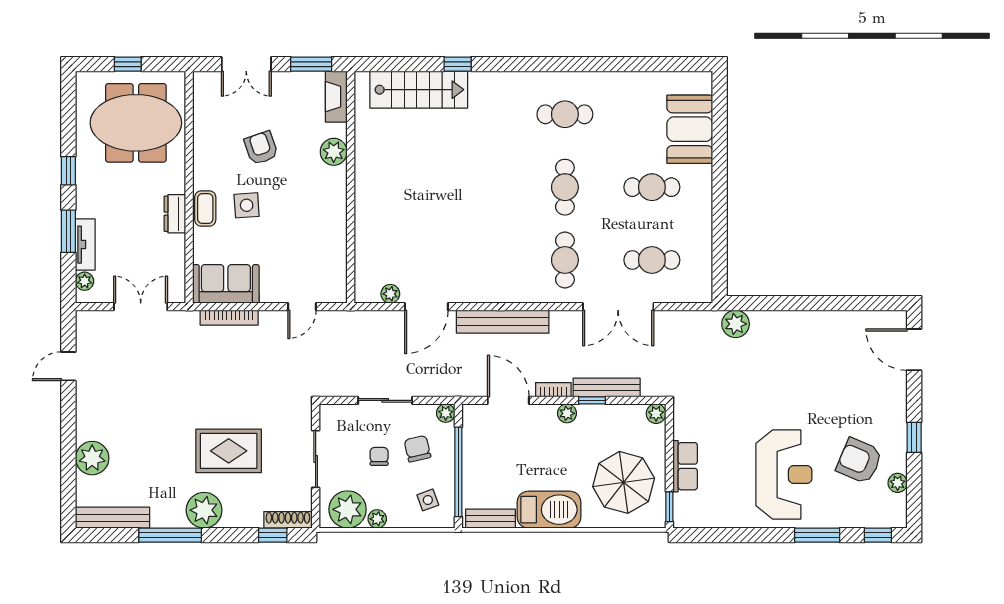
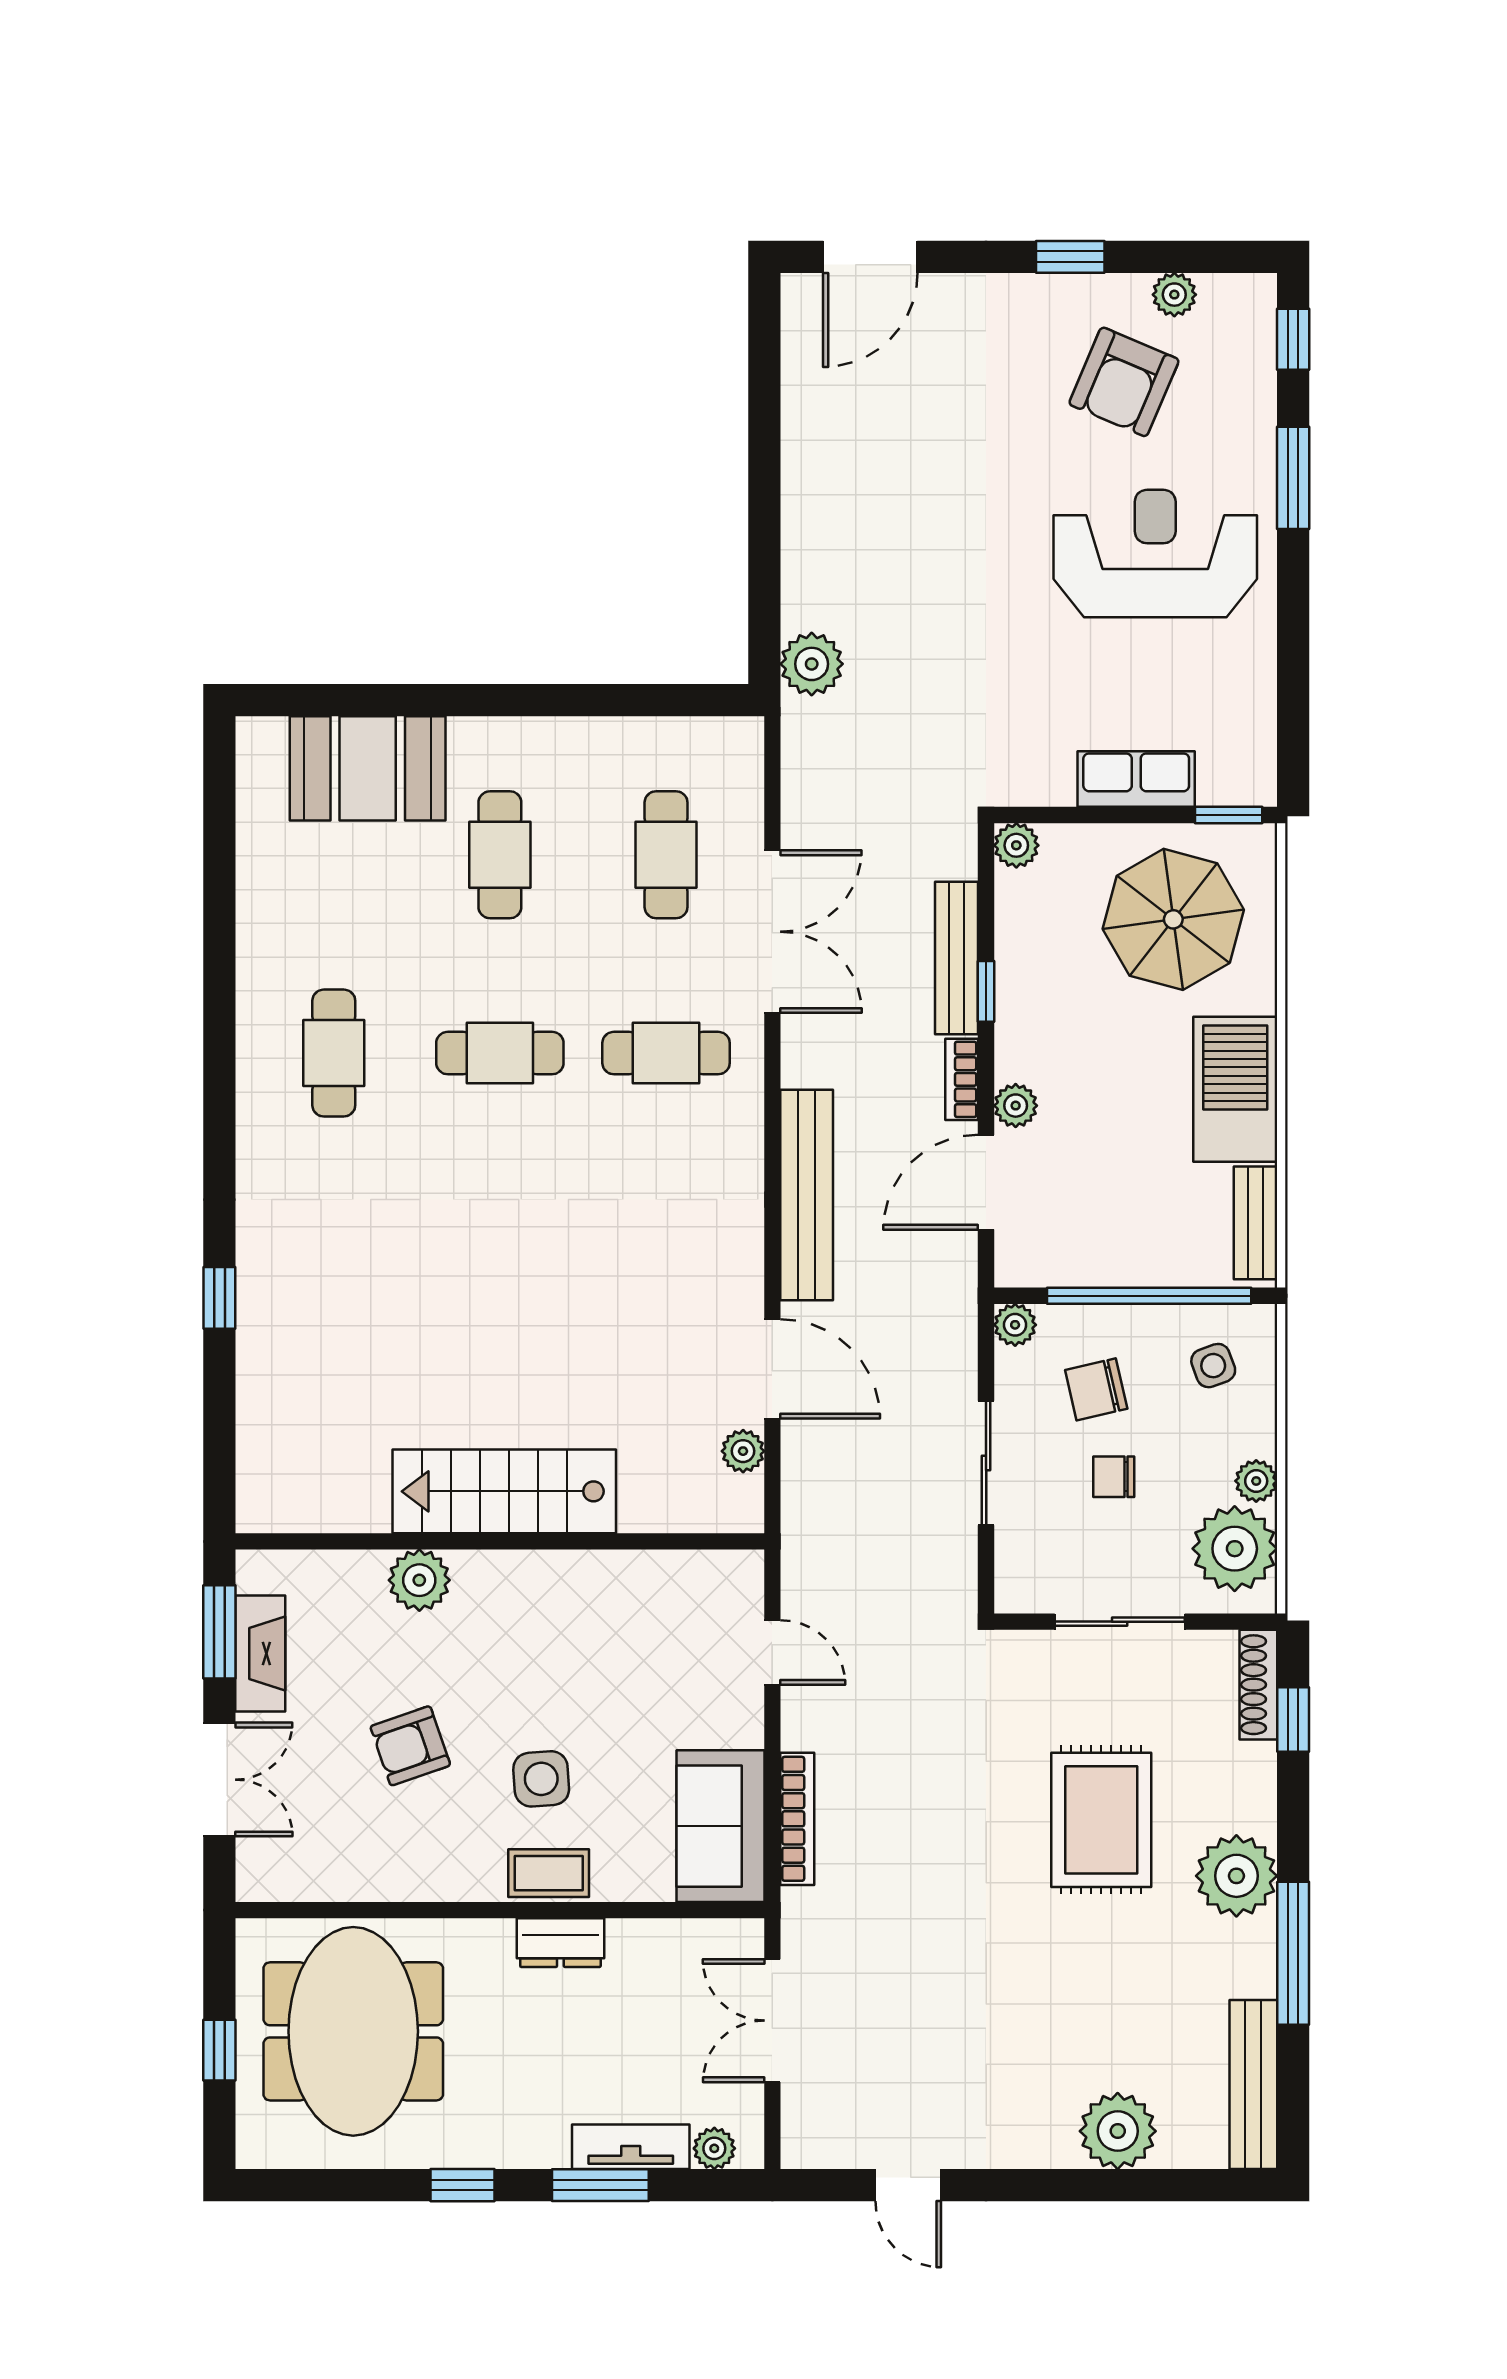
stairs: (419, 90) -> (504, 1491), moved, turned -90
fireplace: (336, 97) -> (260, 1653), moved, turned -90
plant: (567, 413) -> (1016, 1106), moved

